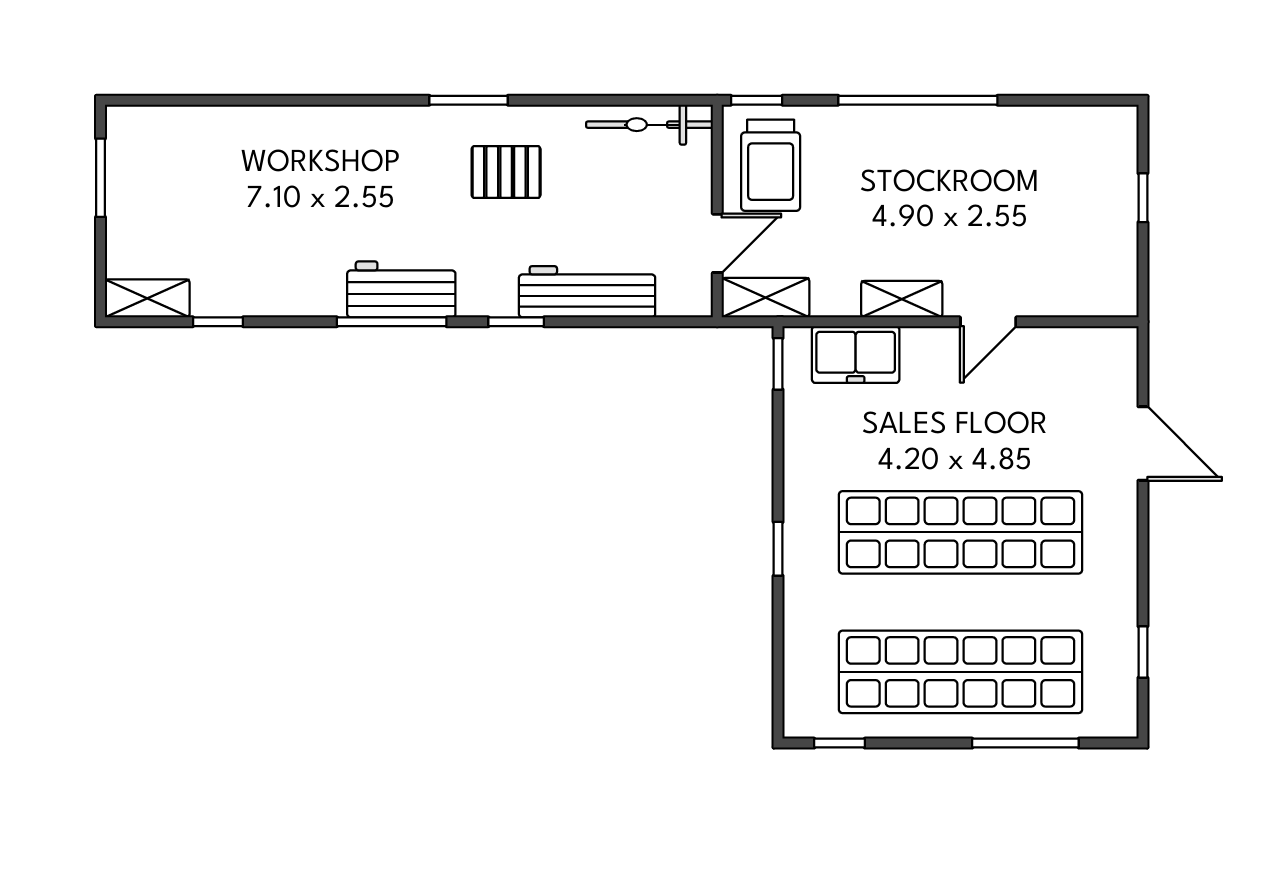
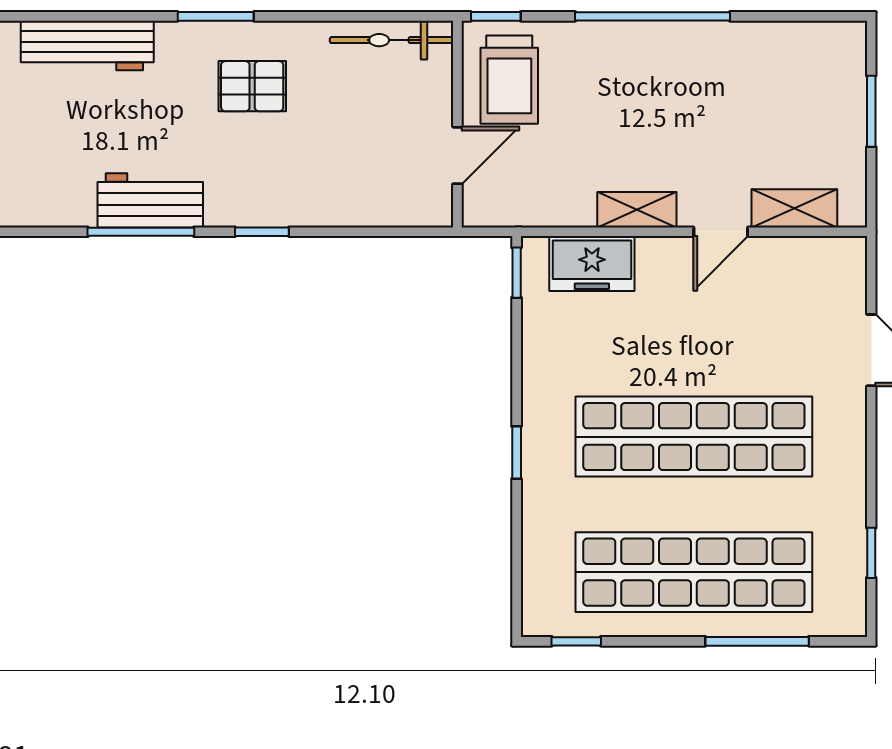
window: (1143, 198) -> (871, 111), width x1.50
workbench: (587, 292) -> (87, 46), moved, turned 180
shelving: (766, 298) -> (794, 208), moved

